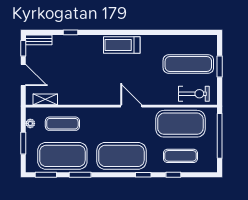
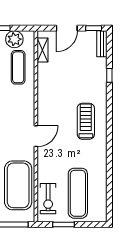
treadmill: (122, 45) -> (86, 121), moved
window: (220, 66) -> (63, 225), moved
plant: (30, 123) -> (14, 39), width x1.87, depth x1.87

